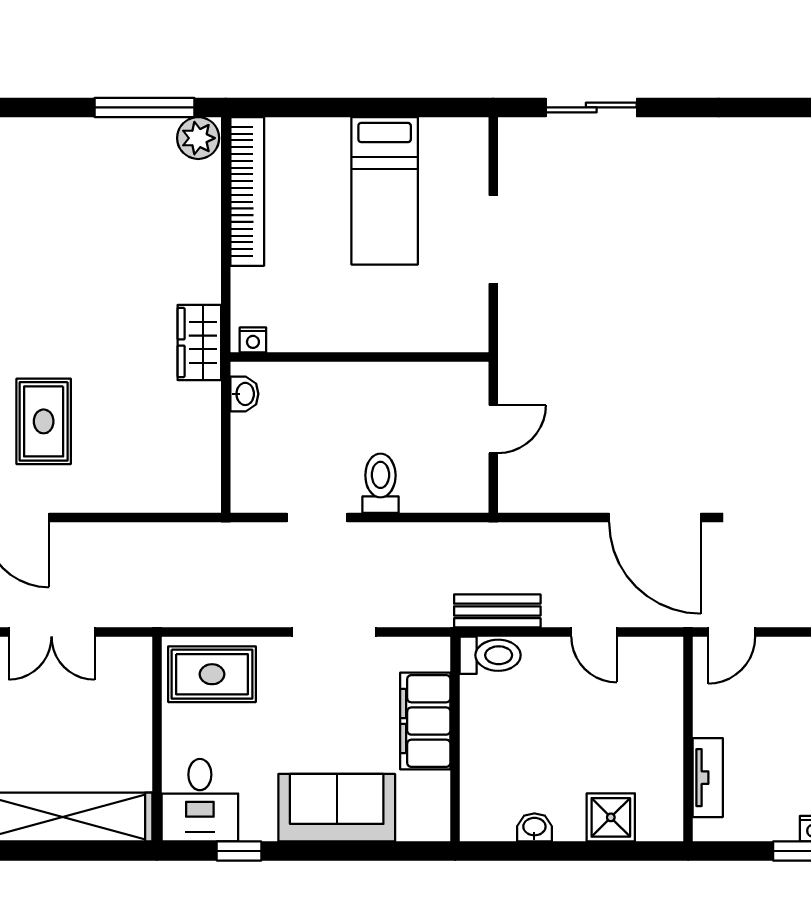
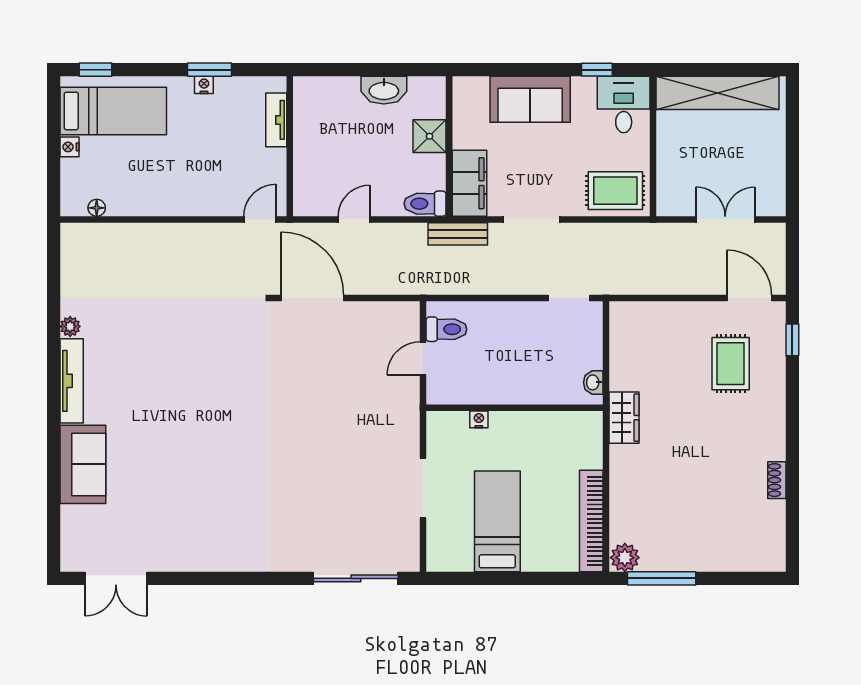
sliding door: (591, 107) -> (356, 578), width x1.37
nightstand: (253, 340) -> (479, 419), moved
toilet: (380, 483) -> (446, 329), moved, turned -90
doorway: (317, 517) -> (569, 298), moved
bench: (497, 611) -> (458, 234), moved
door: (594, 632) -> (354, 219), hinge flipped
filing cabinet: (425, 721) -> (469, 183), moved
shower: (611, 817) -> (430, 136), moved
washbasin: (534, 827) -> (384, 90), width x1.91, depth x1.45

